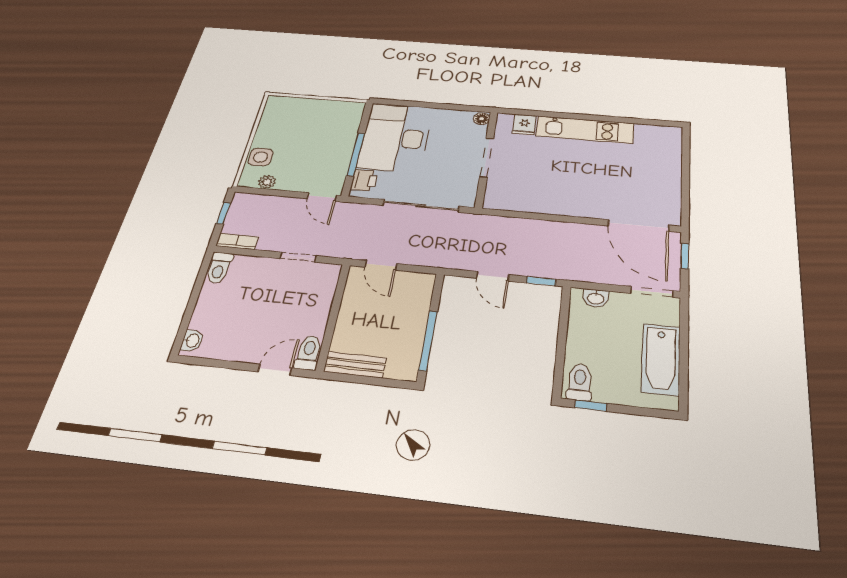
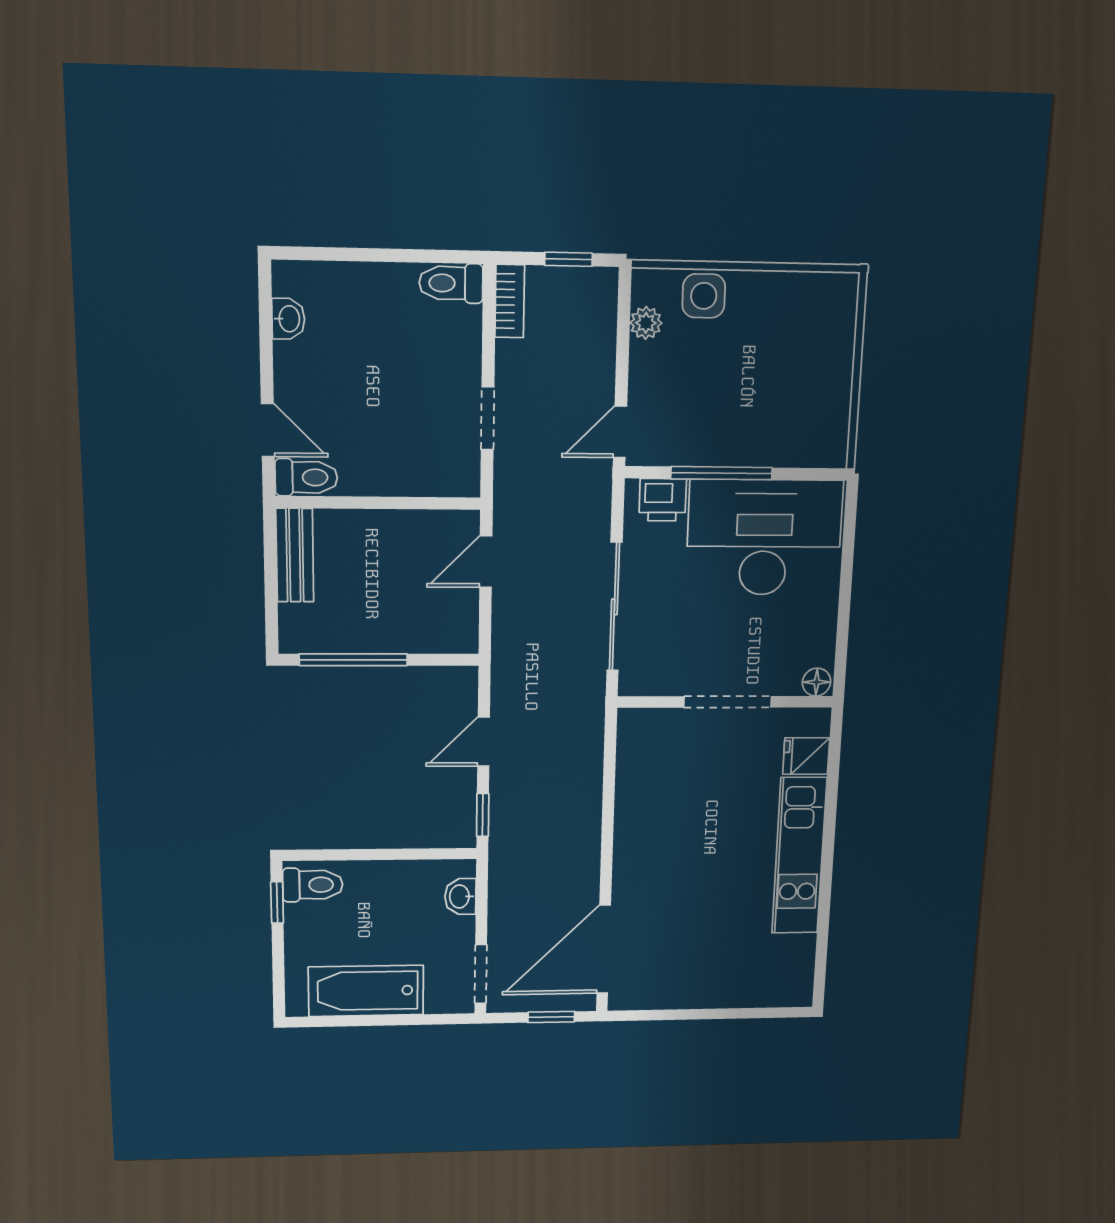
washbasin: (192, 341) -> (288, 319), moved, turned -90

